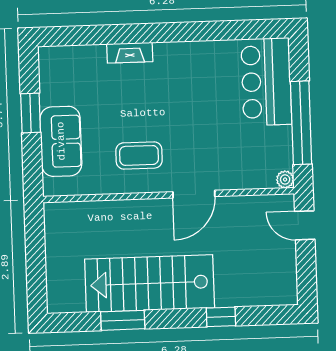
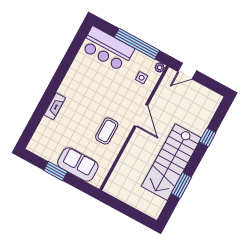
side table: (253, 161) -> (142, 78), added

